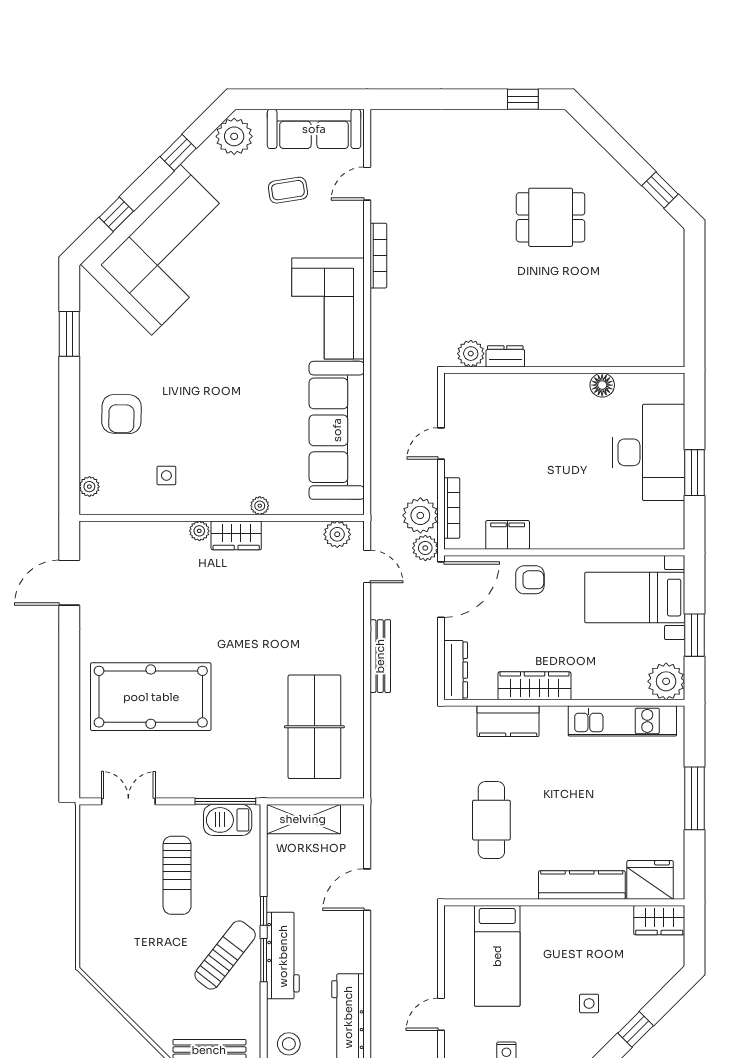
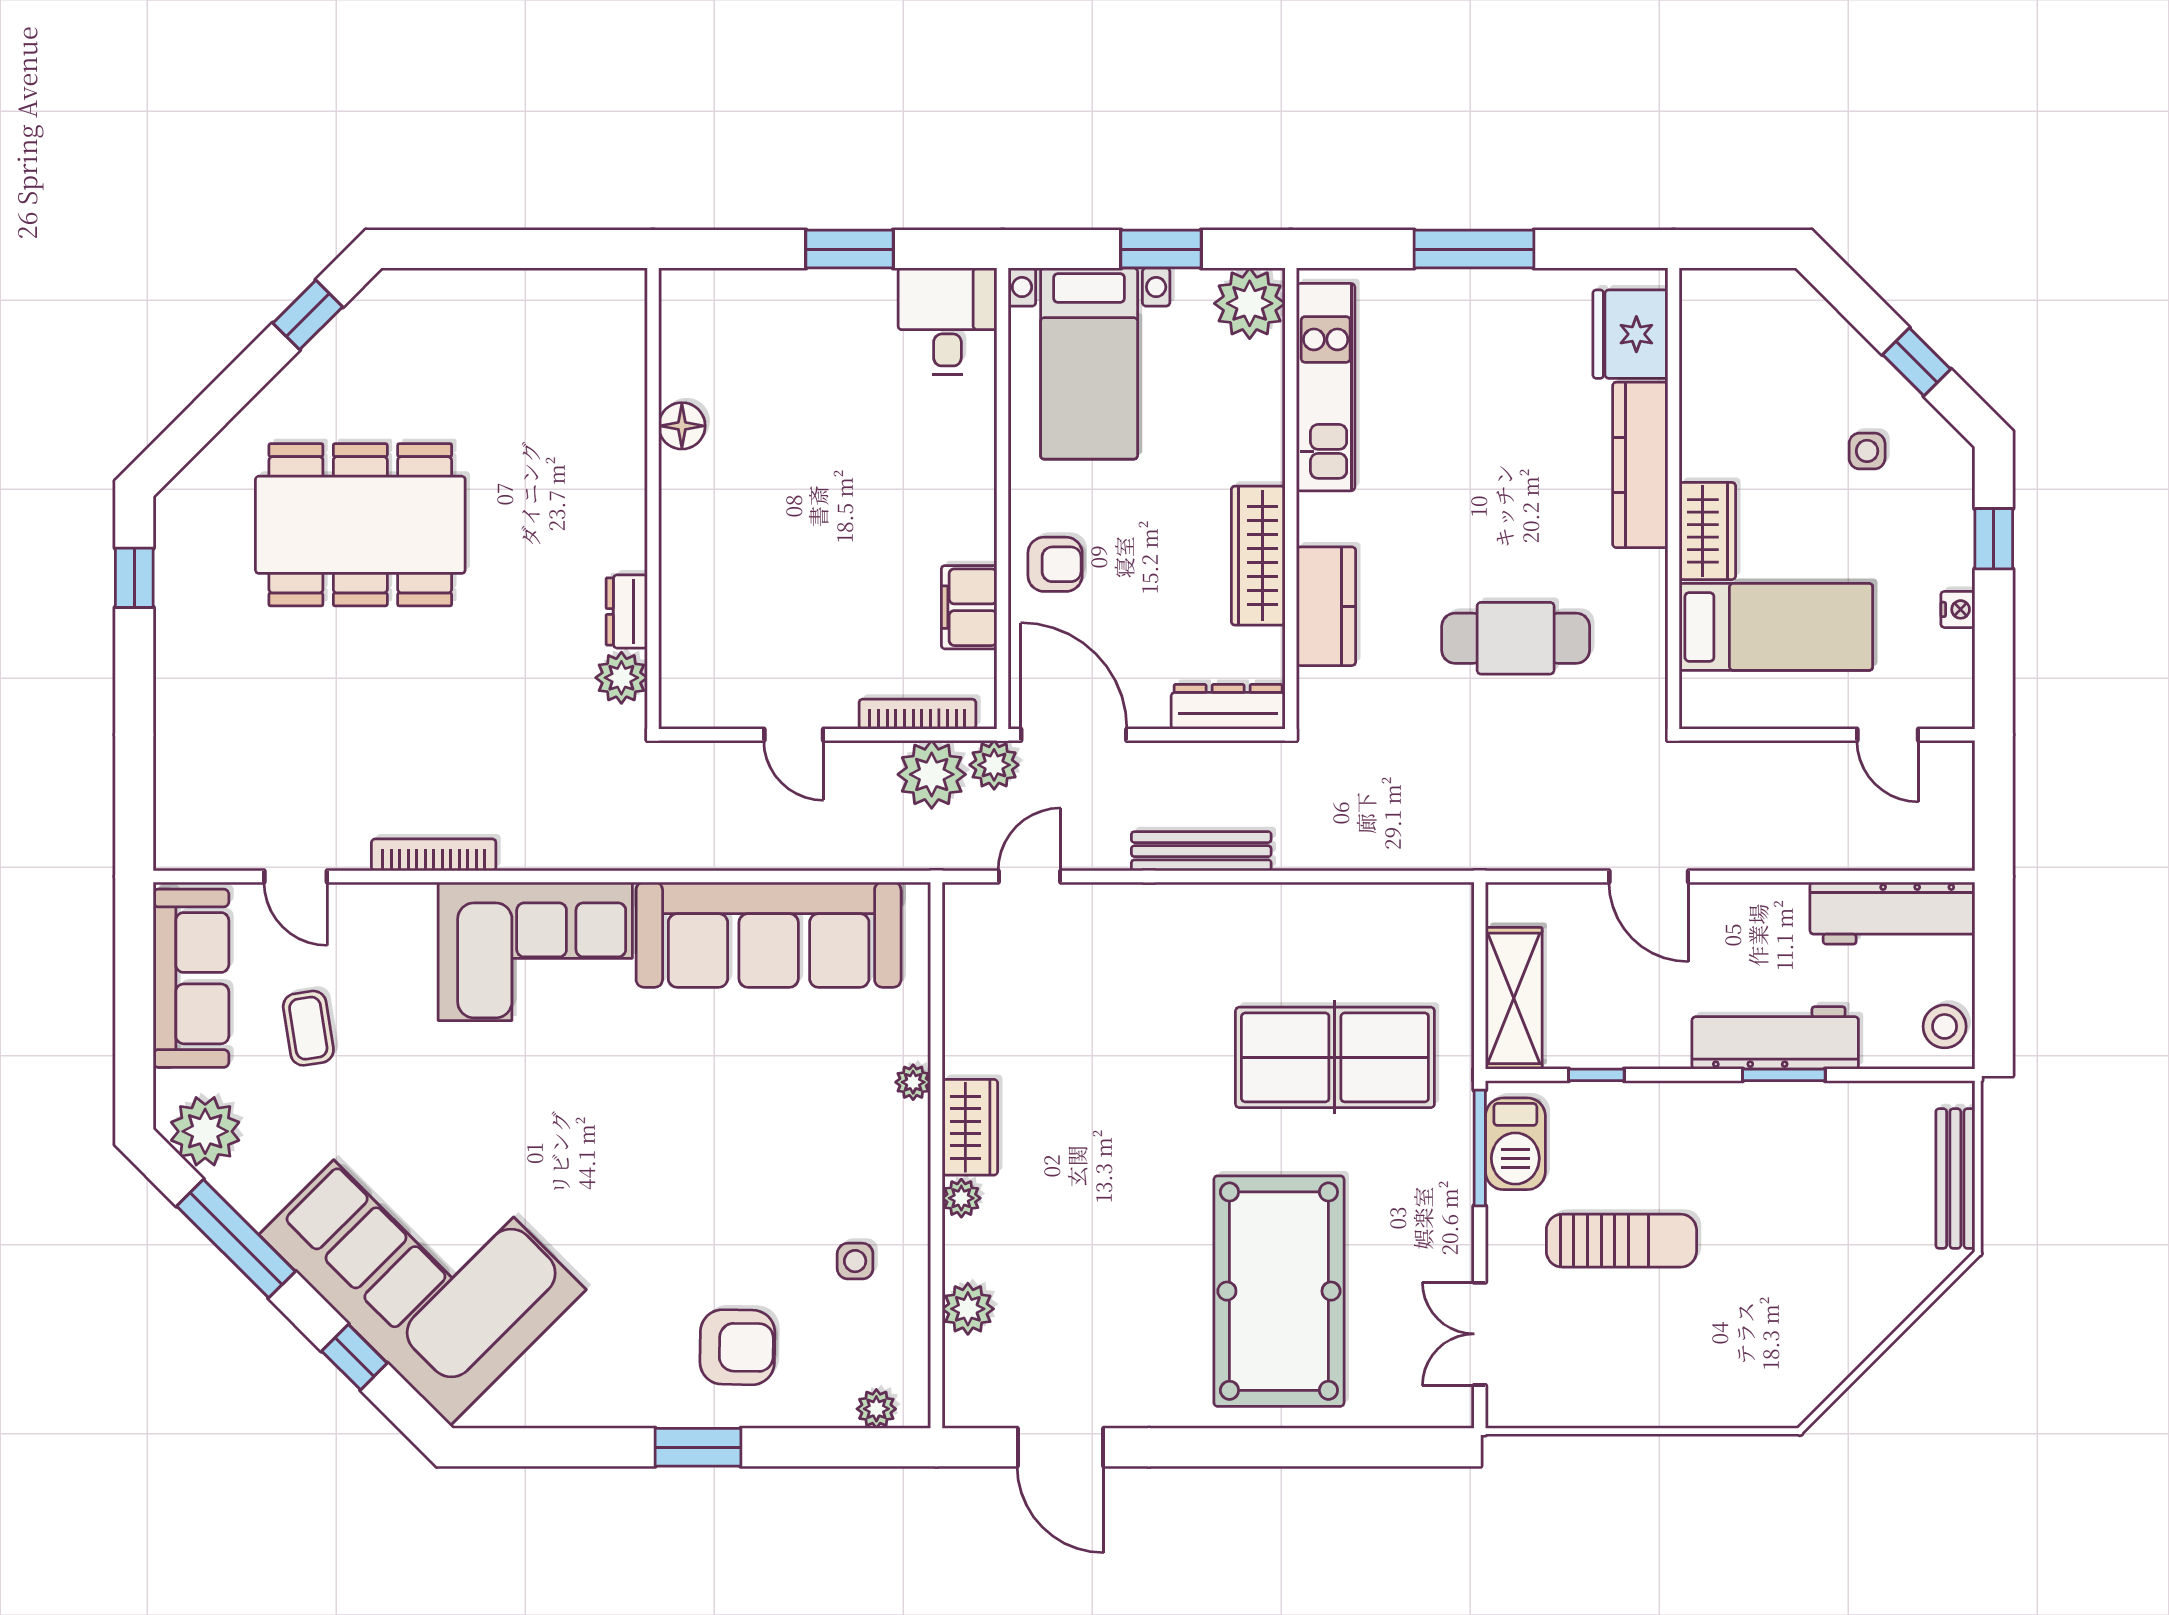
window: (178, 152) -> (236, 1239), width x2.17
dining table: (551, 217) -> (360, 525), width x1.88, depth x1.24
window: (69, 334) -> (698, 1447), moved
desk: (648, 452) -> (947, 321), moved, width x0.53, depth x0.77
plant: (337, 534) -> (968, 1309), moved
armchair: (530, 580) -> (1055, 564), turned 90
table tennis table: (314, 727) -> (1335, 1057), moved
window: (264, 911) -> (1596, 1075), moved
wardrobe: (659, 920) -> (1707, 531), moved
sun lounger: (225, 955) -> (1774, 1149), removed

